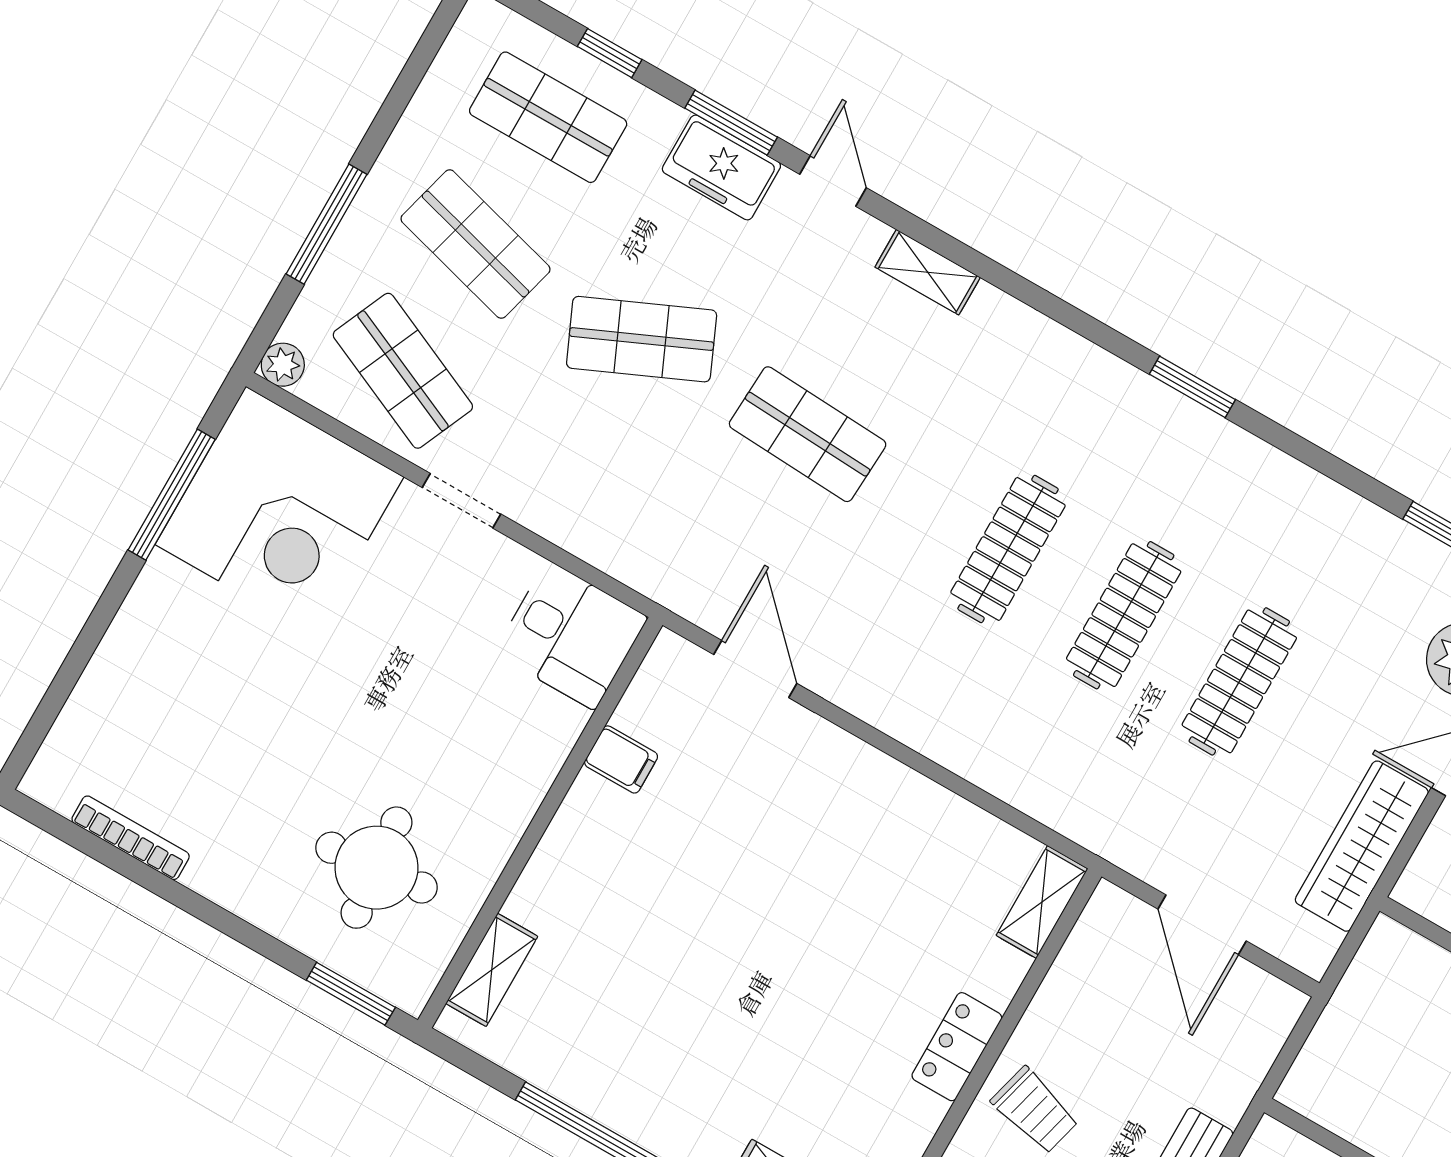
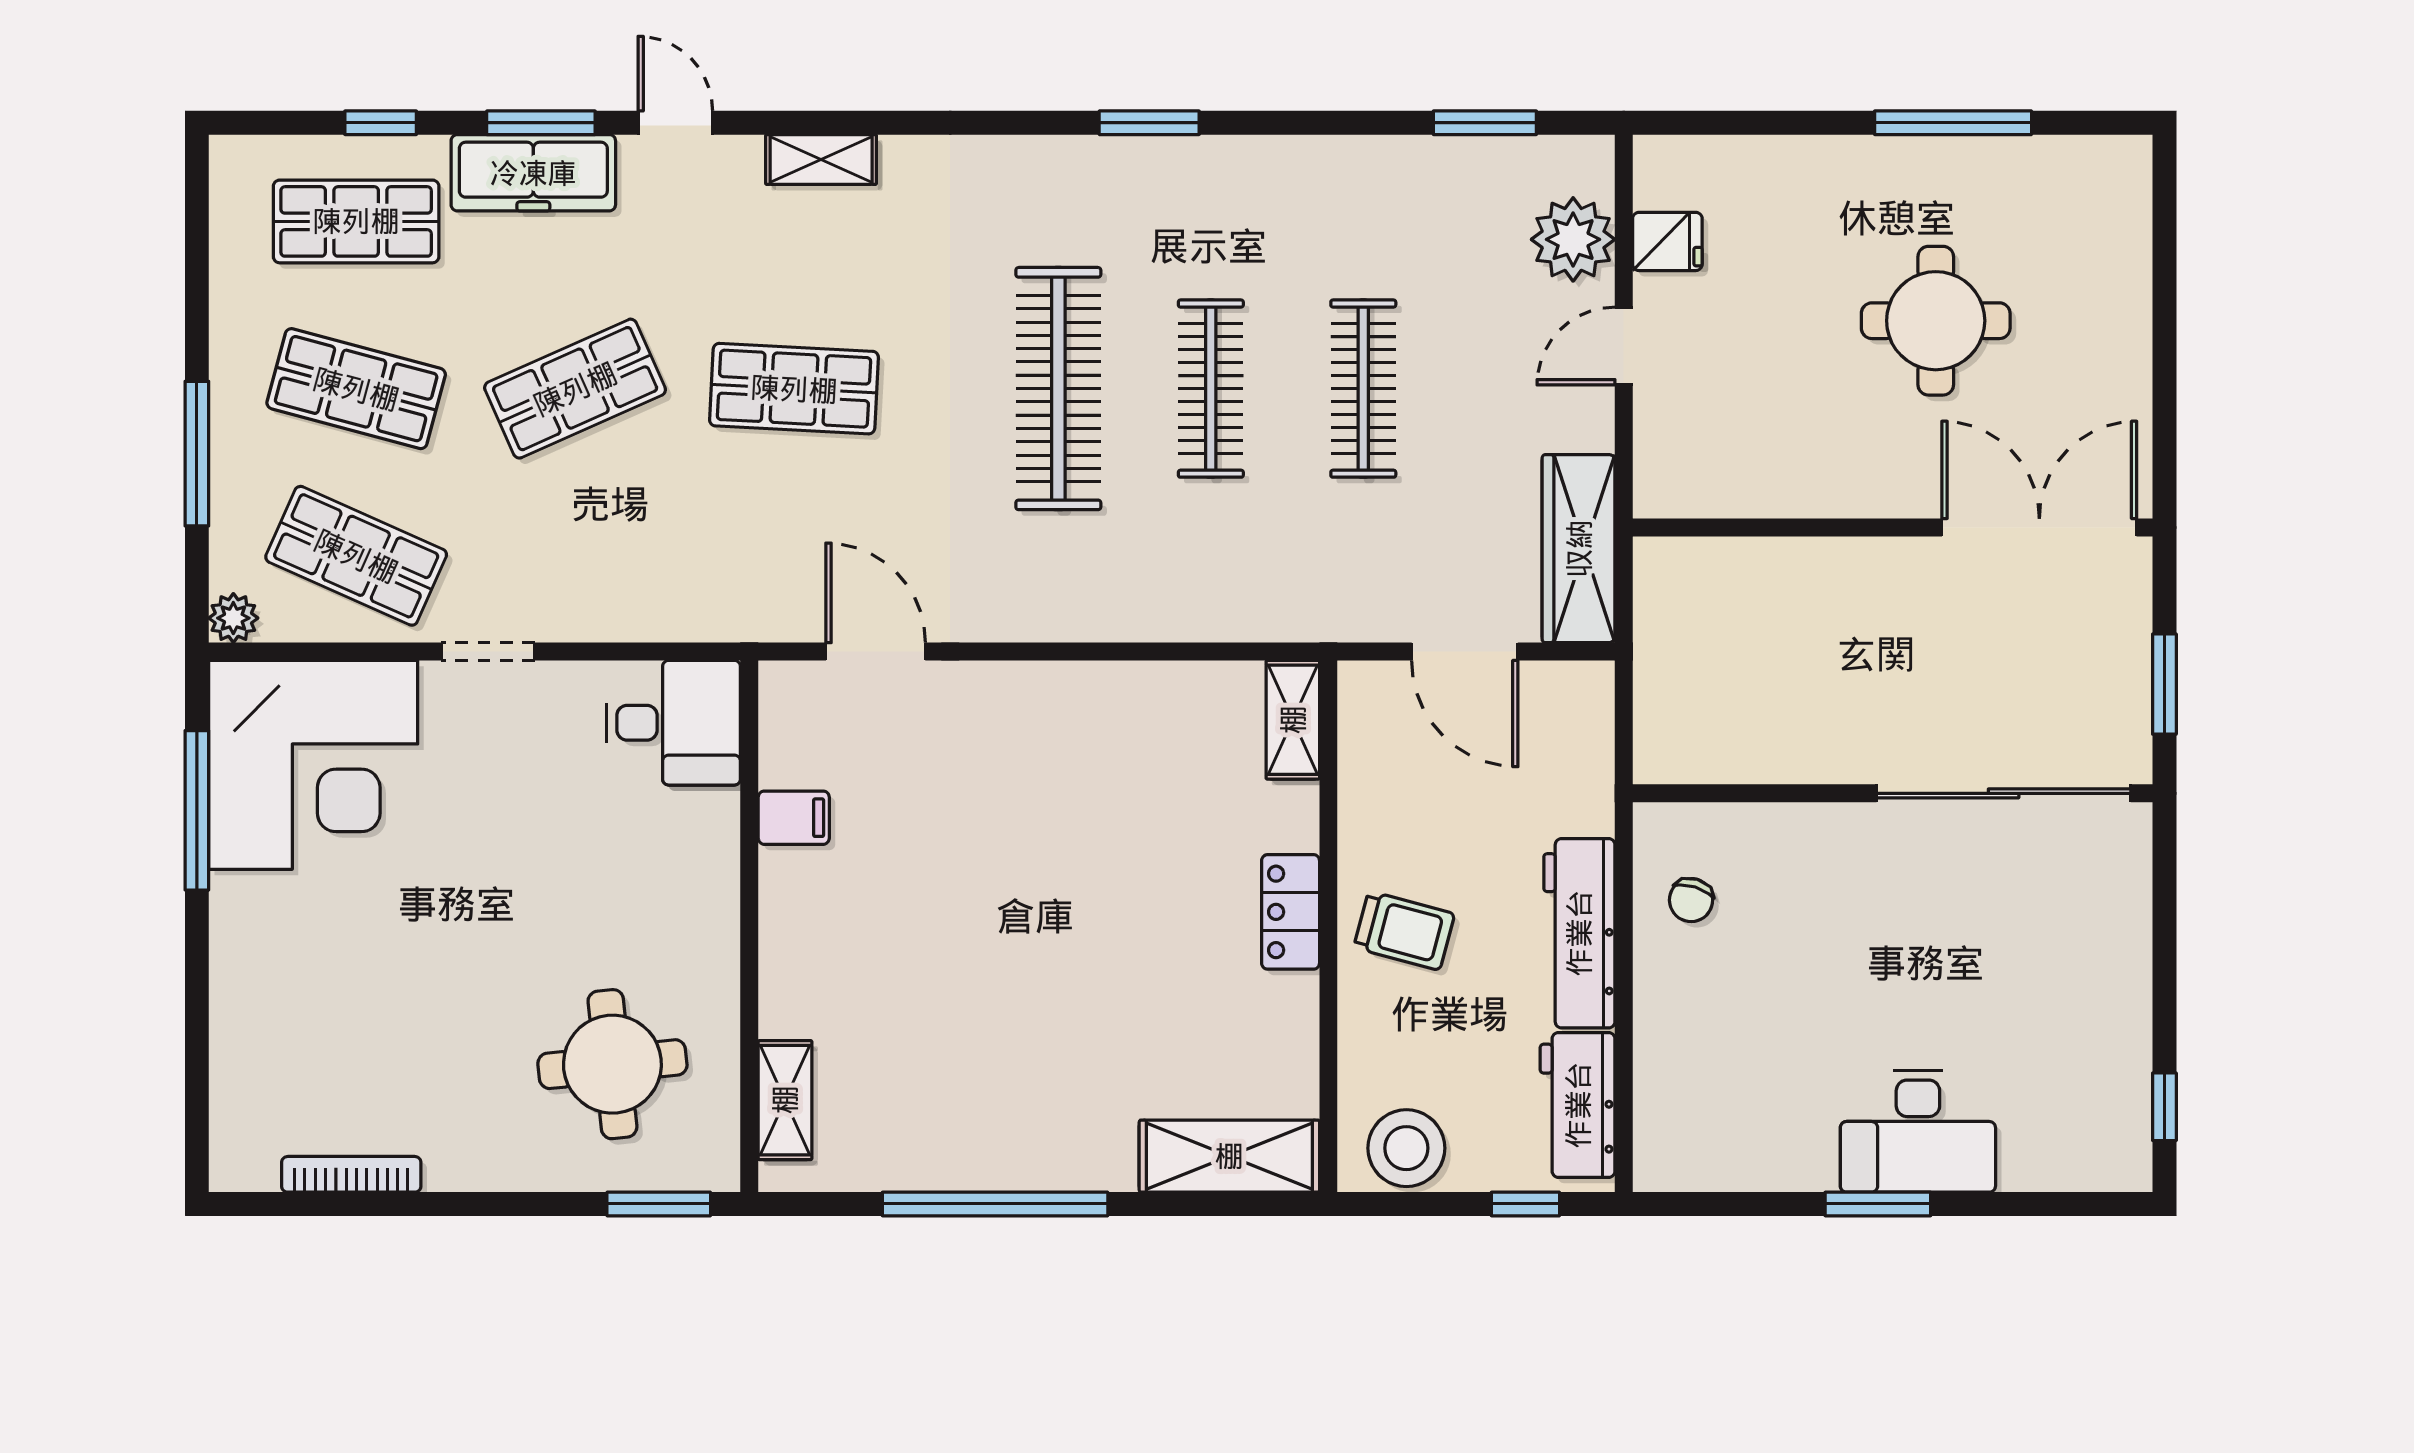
freezer: (721, 167) -> (533, 173), width x1.40
clothes rail: (1008, 549) -> (1058, 389), width x1.37, depth x1.31
wardrobe: (1362, 846) -> (1579, 549), moved

